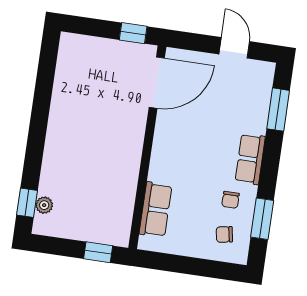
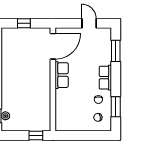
window: (133, 33) -> (24, 23), moved
row of seats: (156, 210) -> (62, 75), moved

